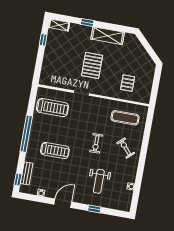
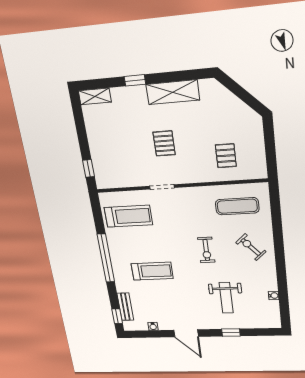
window: (43, 40) -> (89, 168), moved
pallet: (92, 65) -> (164, 143), width x0.67, depth x0.71
door: (63, 203) -> (186, 333), swing flipped

